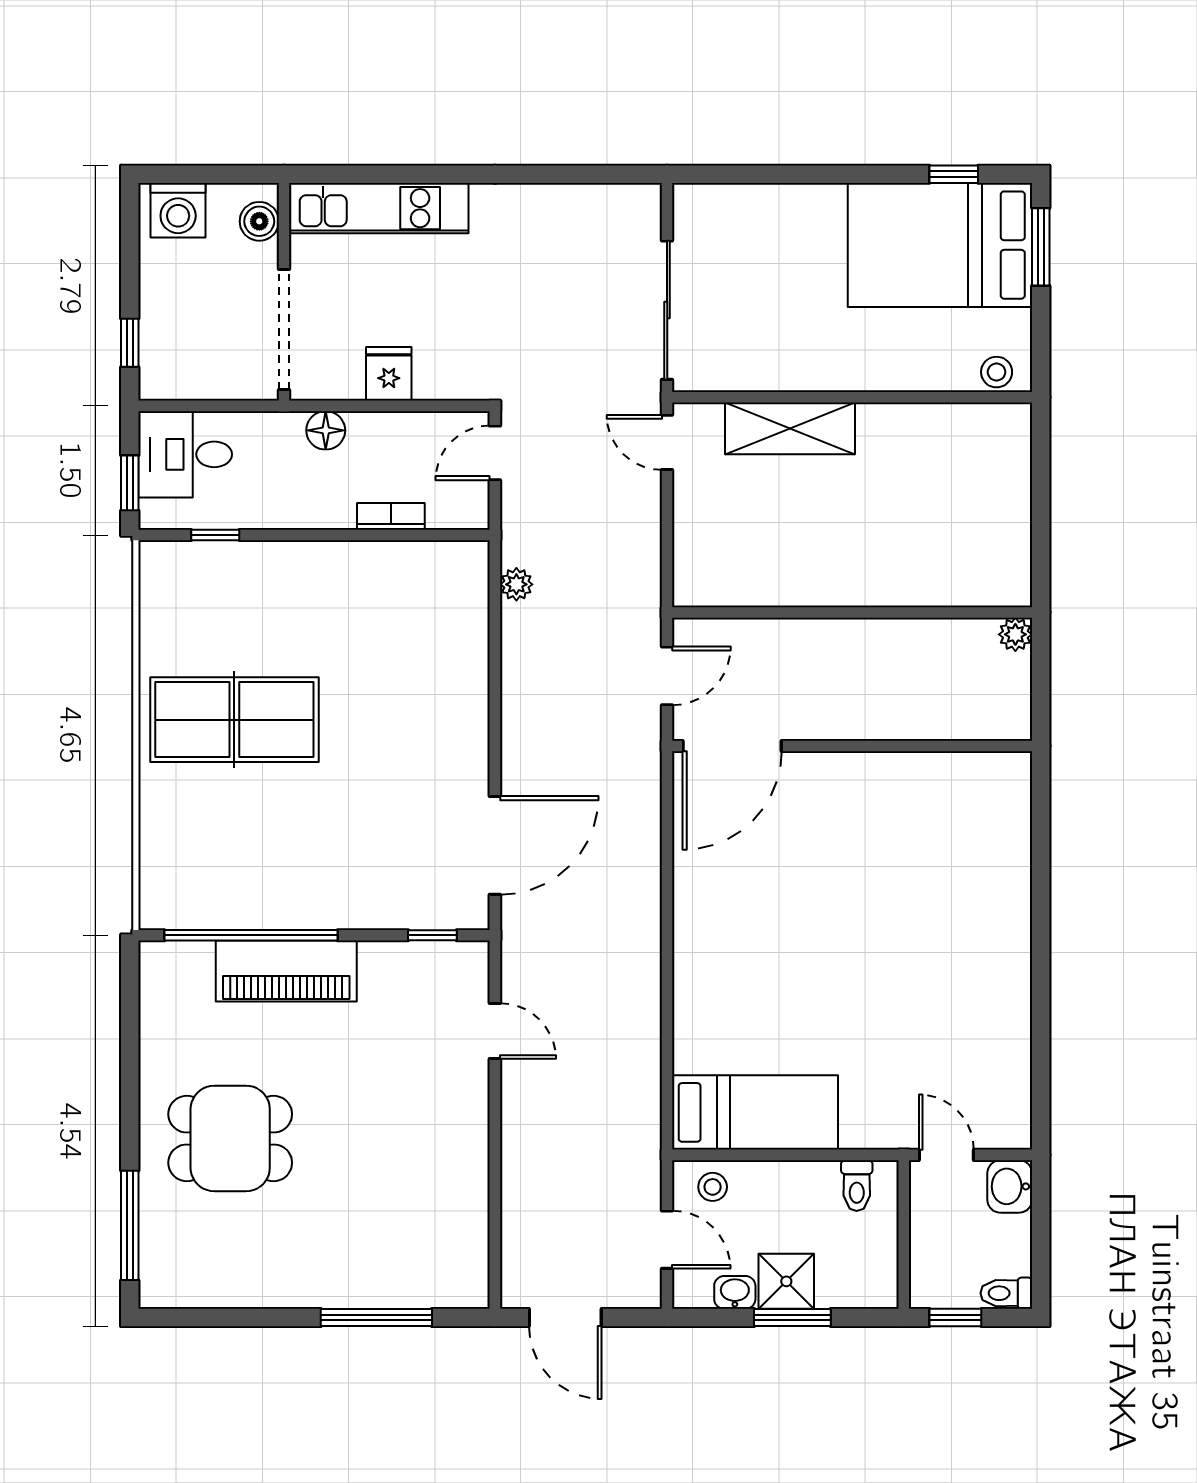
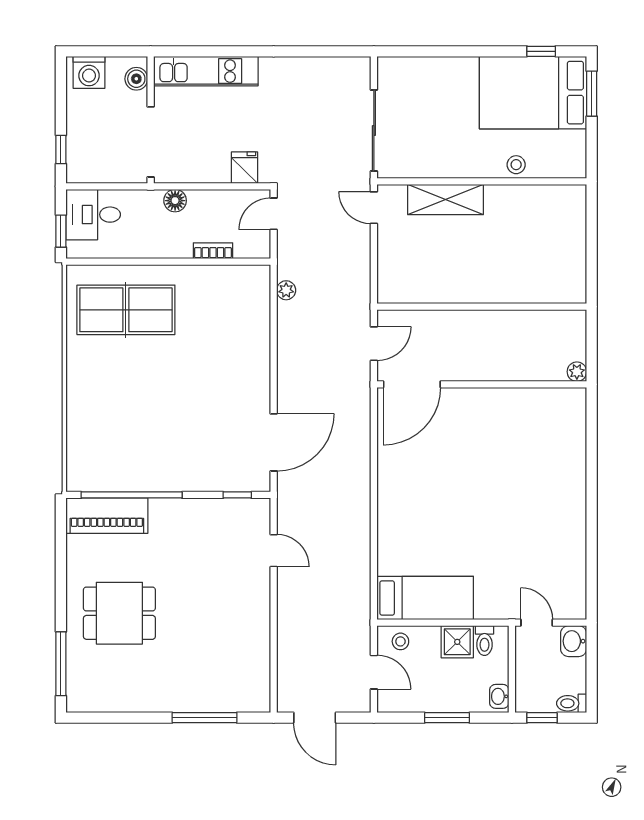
stool: (997, 372) -> (516, 165), moved
fridge: (389, 374) -> (244, 168), moved
window: (215, 535) -> (111, 262), removed
plant: (1015, 634) -> (577, 372), moved
table tennis table: (234, 720) -> (126, 310), moved
piano: (286, 971) -> (107, 516), moved
shower: (786, 1281) -> (457, 642), moved
washbasin: (735, 1292) -> (499, 696), moved, turned -90

